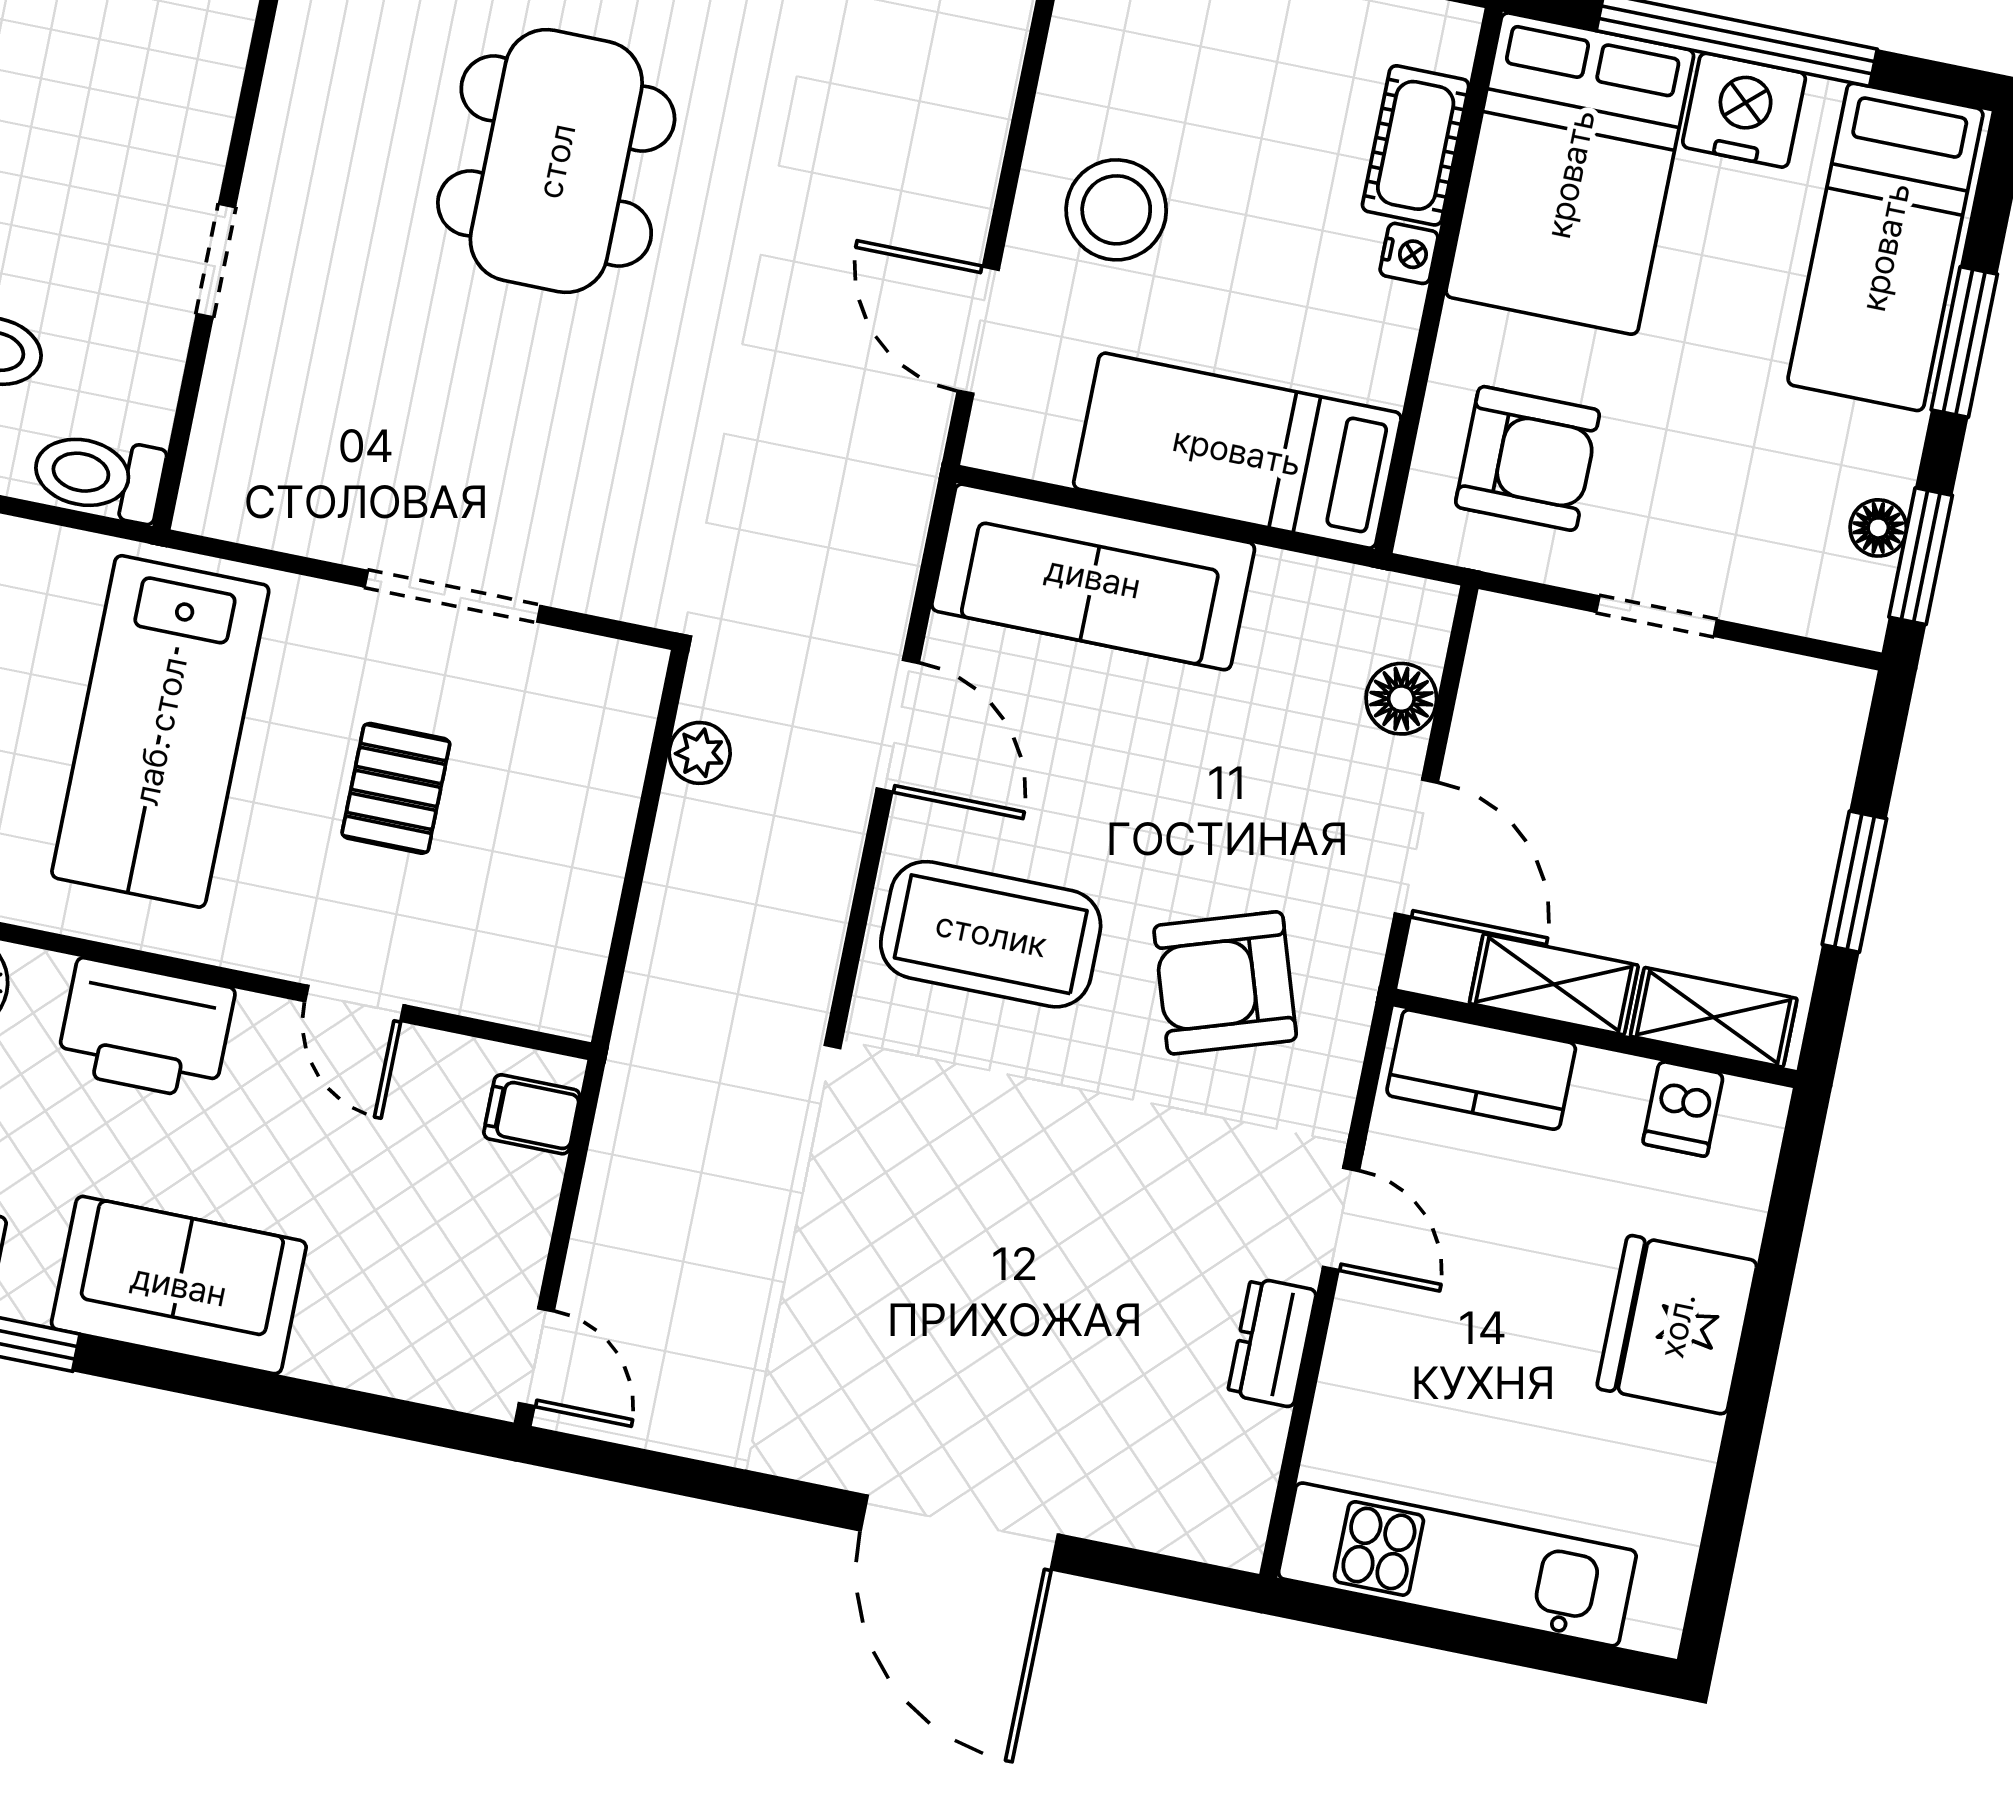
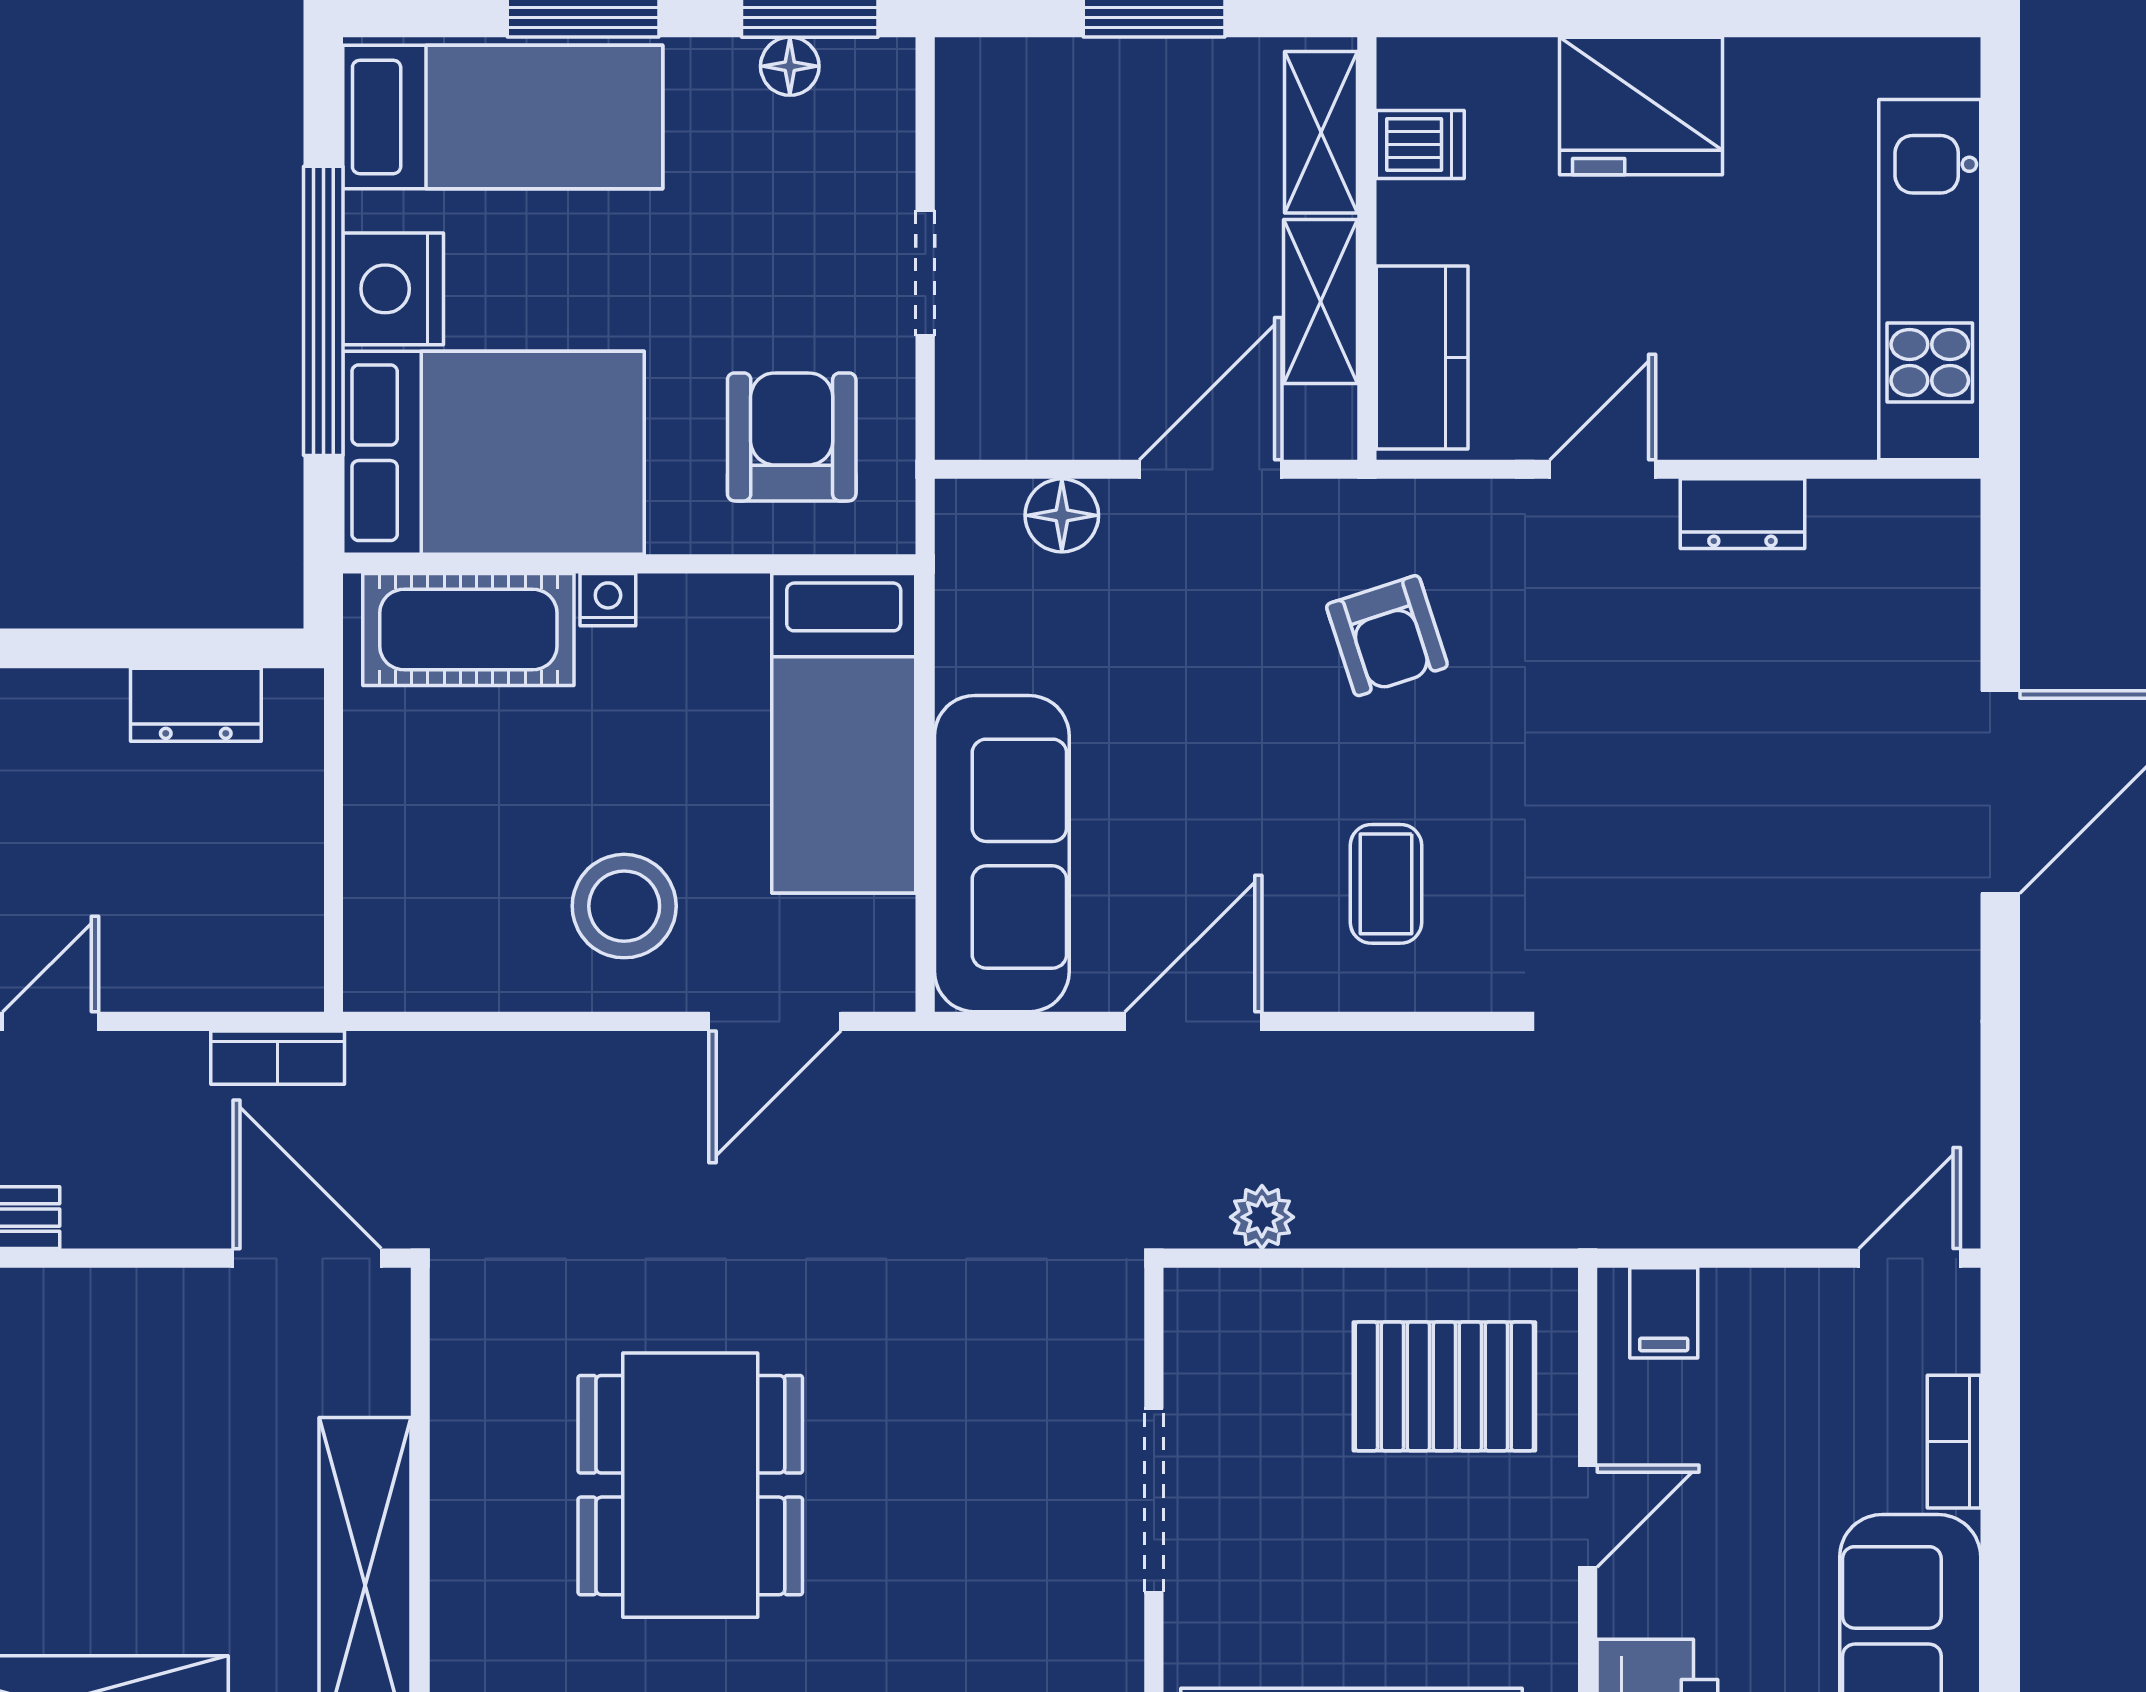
cot: (1416, 145) -> (468, 629), width x1.37, depth x1.34
dining table: (556, 161) -> (690, 1485), turned 90
pallet: (396, 788) -> (1444, 1386), moved, width x1.50, depth x1.42
coffee table: (991, 934) -> (1386, 884), width x0.54, depth x0.58
armchair: (1225, 983) -> (1387, 636), width x0.72, depth x0.72
bookcase: (354, 1364) -> (1954, 1442), added

